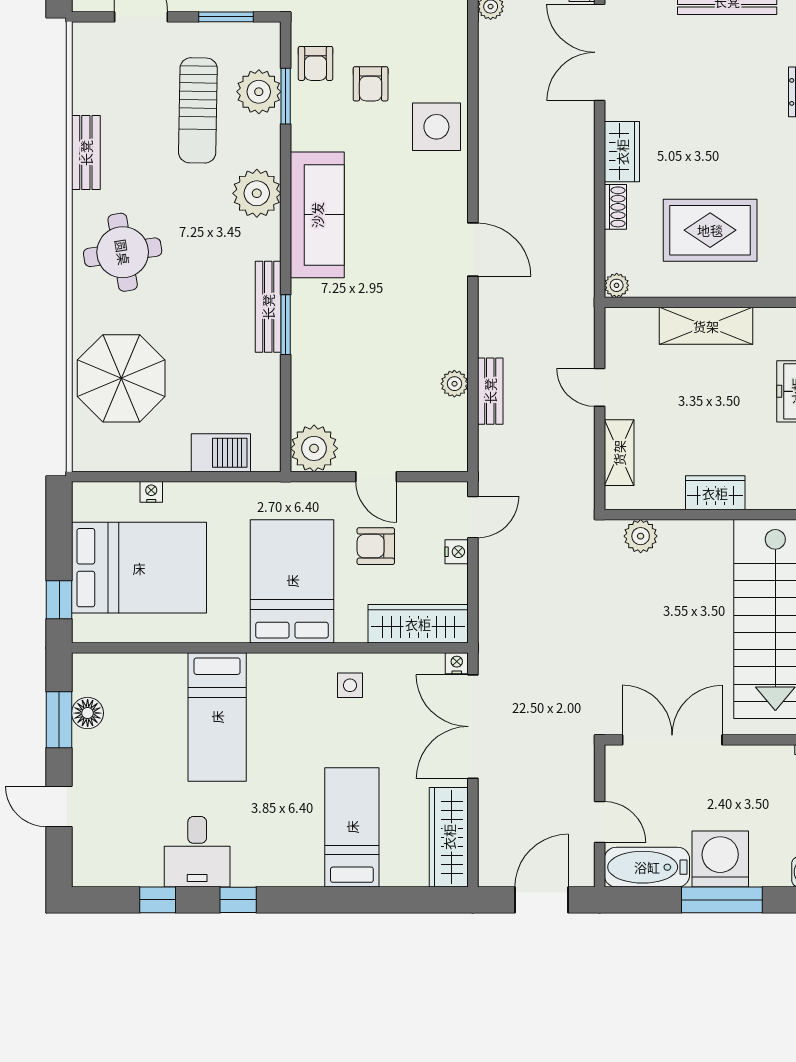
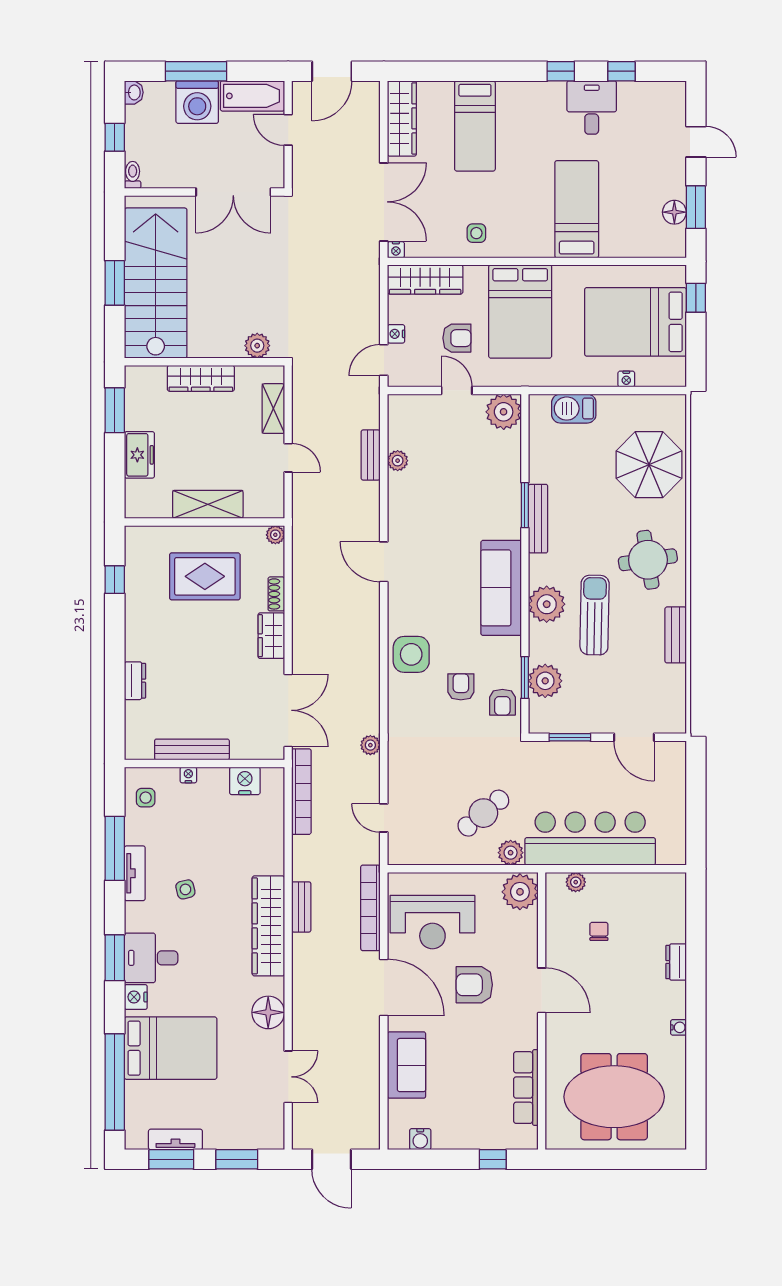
armchair: (315, 63) -> (502, 702), turned 180
sun lounger: (198, 110) -> (595, 615), moved
wardrobe: (715, 493) -> (201, 378), width x1.50

